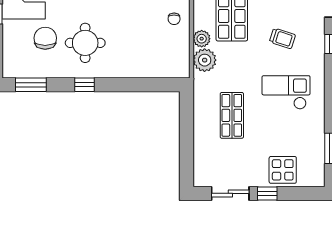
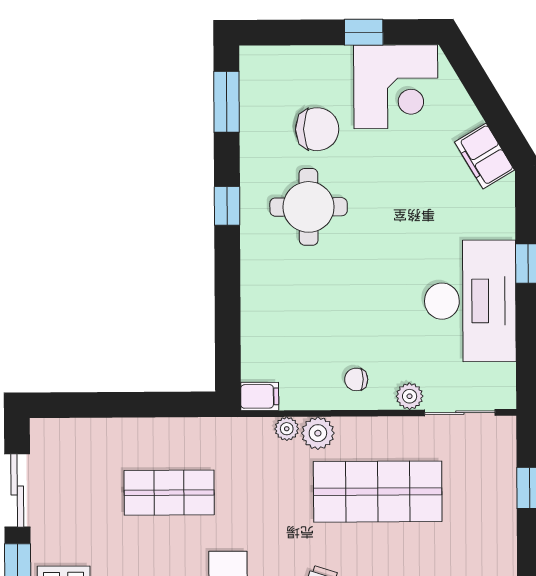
plant: (205, 60) -> (287, 429), width x0.53, depth x0.53
filing cabinet: (183, 69) -> (260, 396), added

